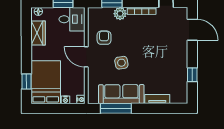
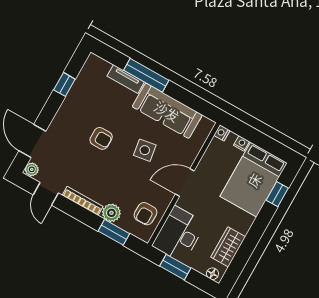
plant: (183, 12) -> (32, 169), added
desk: (72, 19) -> (179, 234), width x1.37
armchair: (104, 38) -> (146, 214), moved
armchair: (152, 55) -> (101, 138), added
door: (86, 57) -> (185, 182), swing flipped
window: (116, 108) -> (146, 75), moved

